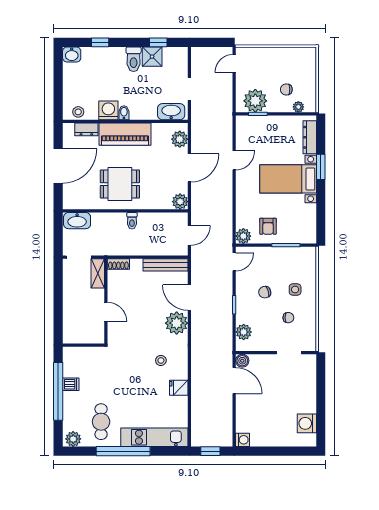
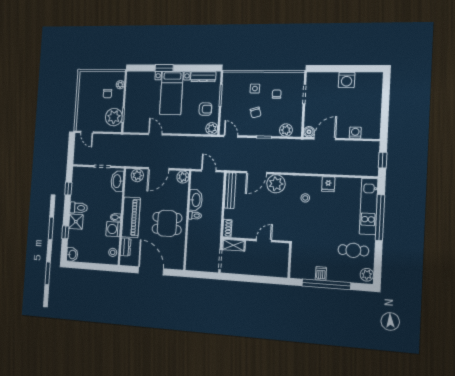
shower: (152, 57) -> (76, 222), moved
dresser: (310, 137) -> (203, 77), moved
door: (189, 168) -> (159, 169), swing flipped
dining table: (120, 184) -> (167, 223), turned 90
washbasin: (77, 221) -> (196, 200), moved
washing machine: (307, 423) -> (347, 80), moved
washing machine: (243, 440) -> (355, 133), moved
window: (123, 451) -> (380, 218), moved

